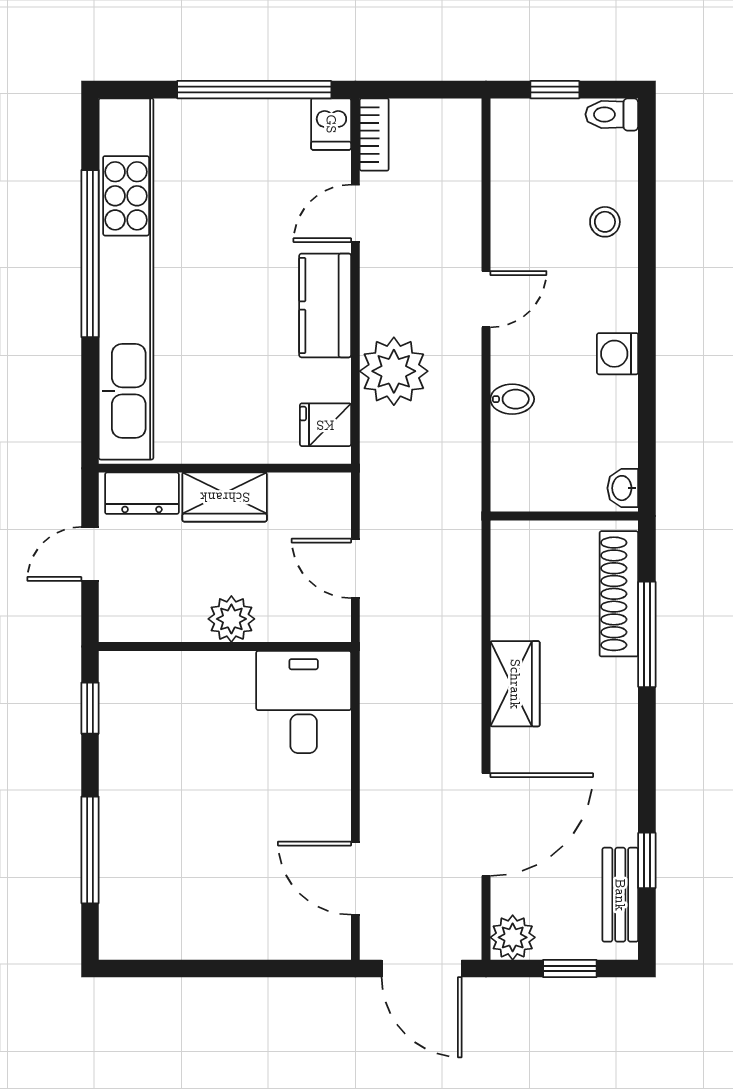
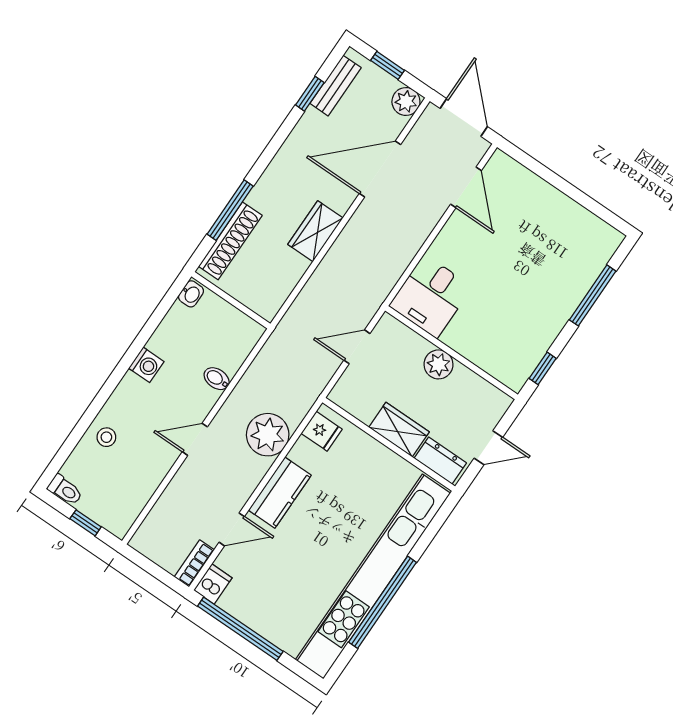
door: (355, 568) -> (357, 347), swing flipped

